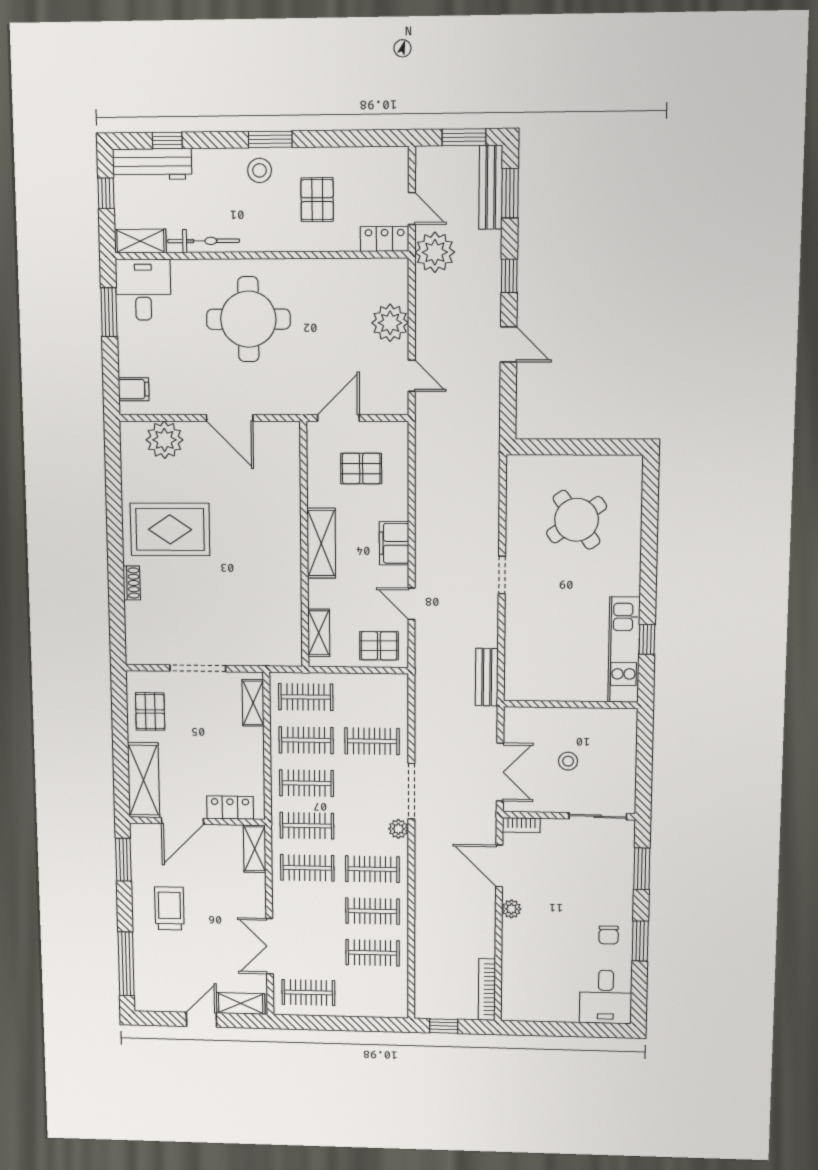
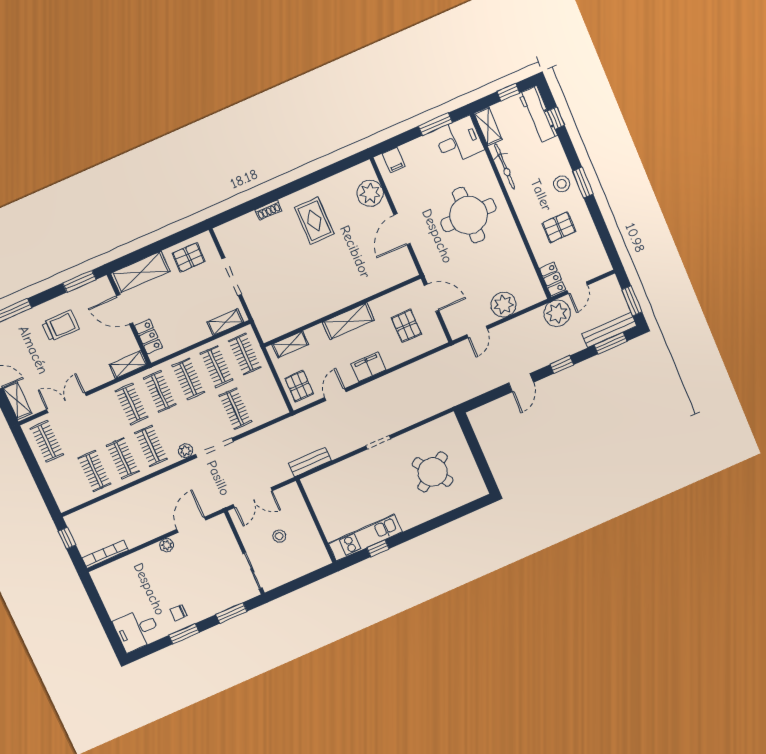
rug: (170, 529) -> (314, 221), width x0.73, depth x0.70
bookcase: (521, 825) -> (224, 526), removed

